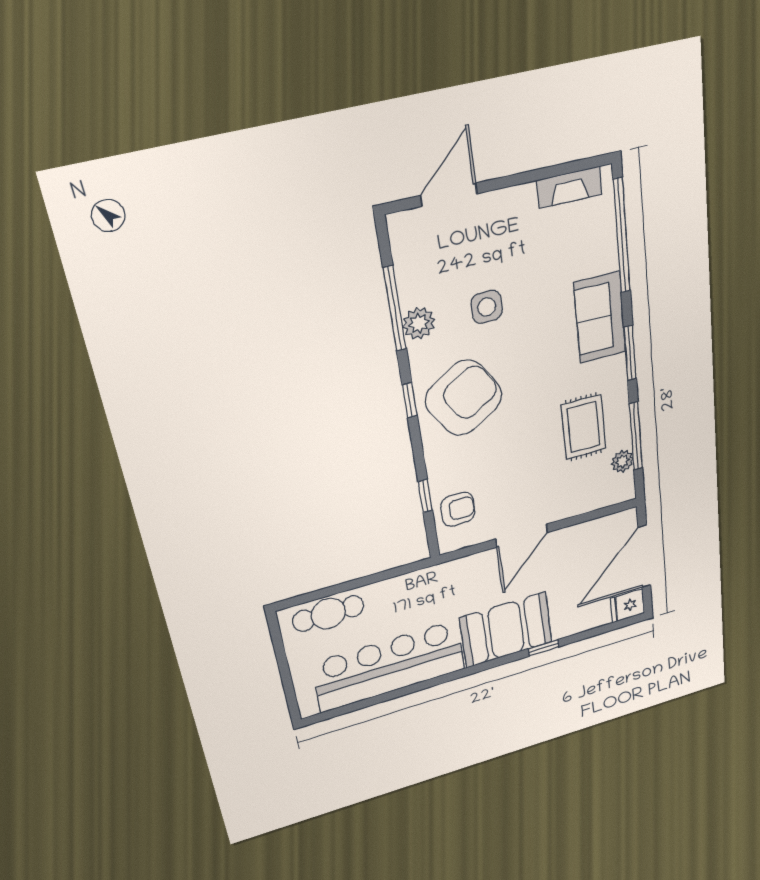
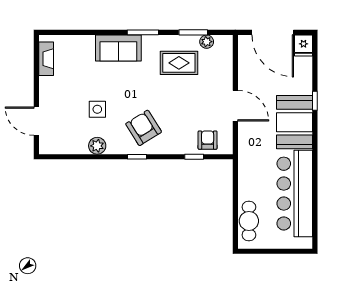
window: (622, 236) -> (77, 32), removed
window: (395, 309) -> (86, 157), removed
armchair: (464, 398) -> (144, 128), width x0.73, depth x0.73
window: (636, 436) -> (193, 32), width x0.69

